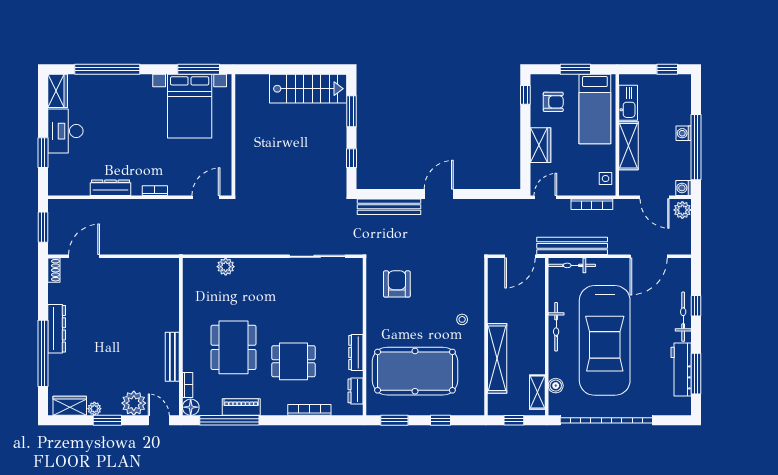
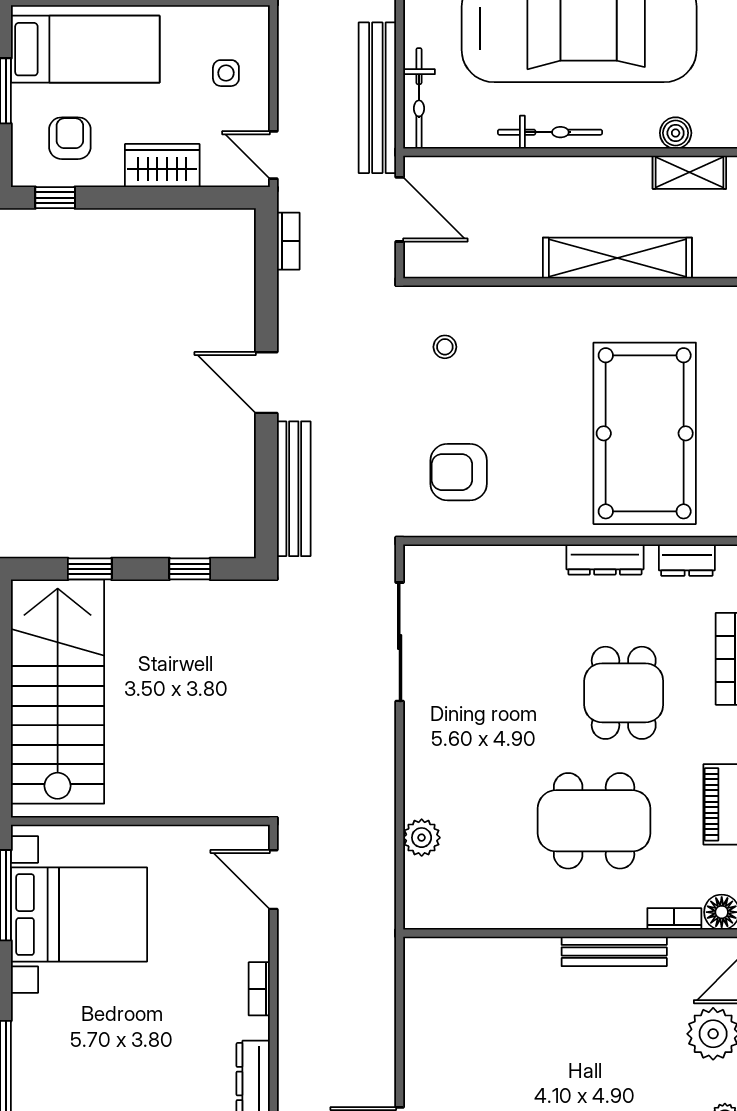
stairs: (308, 89) -> (58, 692), width x1.36, depth x1.51
window: (351, 111) -> (90, 569), width x0.67
side table: (606, 179) -> (226, 73), moved
bookcase: (592, 204) -> (288, 241), moved, width x0.64
stool: (462, 319) -> (445, 347), moved

